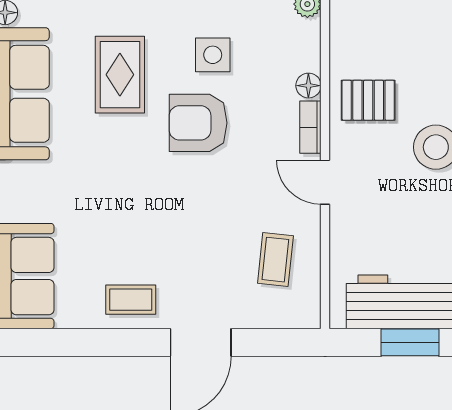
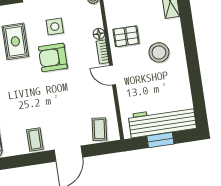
coffee table: (275, 260) -> (99, 129), moved
coffee table: (131, 300) -> (35, 139), turned 90

